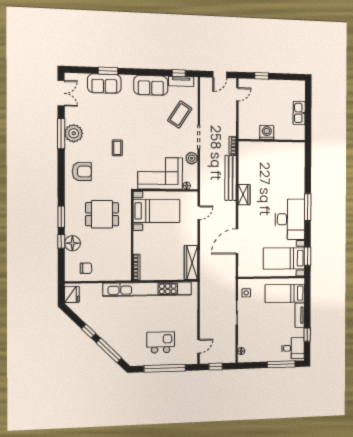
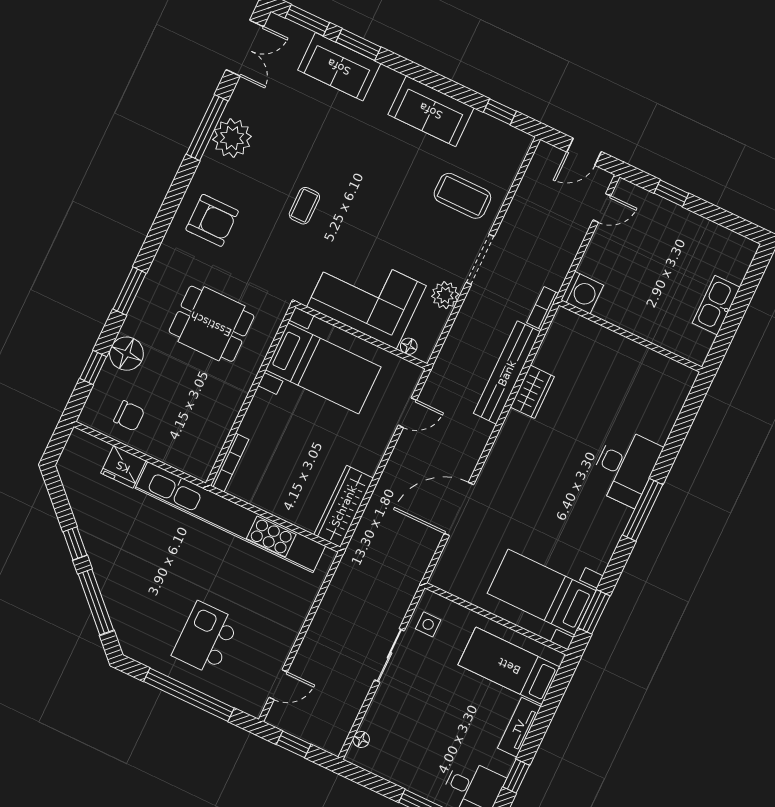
window: (82, 70) -> (307, 20), added
tv unit: (181, 81) -> (497, 130), removed
coffee table: (180, 114) -> (462, 196), turned 57
washing machine: (267, 132) -> (582, 293), moved, turned 90
wardrobe: (244, 195) -> (532, 392), moved
desk: (290, 219) -> (625, 467), moved, width x0.73, depth x0.77
window: (61, 241) -> (93, 368), moved
fridge: (72, 294) -> (123, 467), moved, turned 90
kitchen island: (161, 342) -> (206, 638), turned -90

